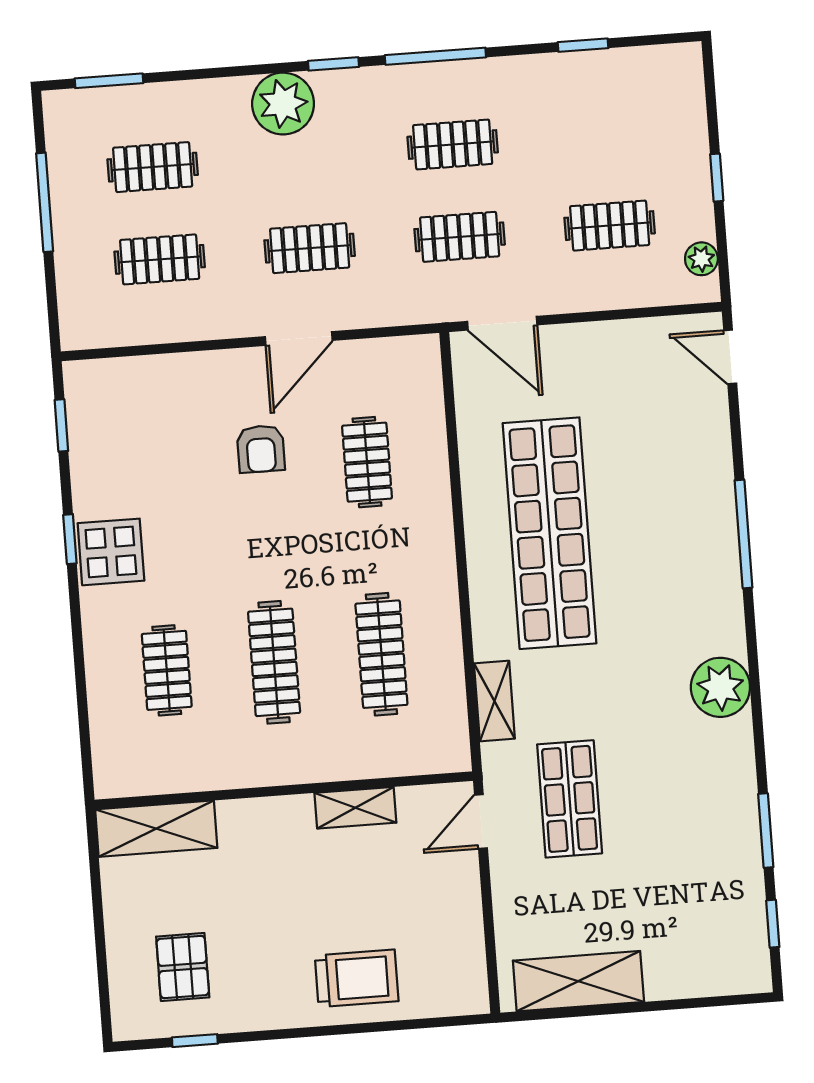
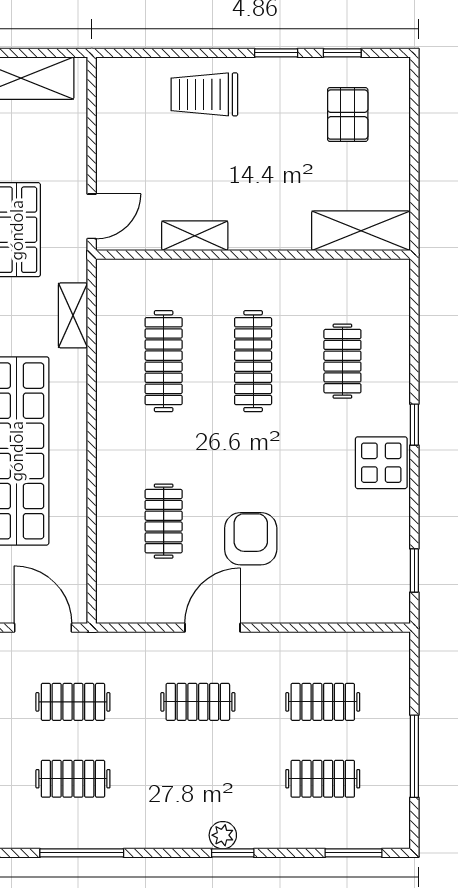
window: (334, 64) -> (233, 853), moved
plant: (283, 104) -> (223, 835), width x0.53, depth x0.53
armchair: (261, 449) -> (251, 539), width x1.38, depth x1.38
window: (70, 539) -> (414, 425), moved
window: (274, 1035) -> (276, 53), added

